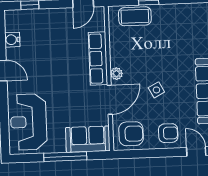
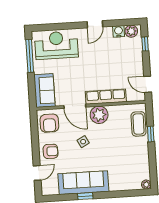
plant: (12, 23) -> (131, 31), added
plant: (116, 74) -> (99, 115), width x1.88, depth x1.88
armchair: (168, 133) -> (51, 151), turned -90
window: (65, 157) -> (30, 56), moved

